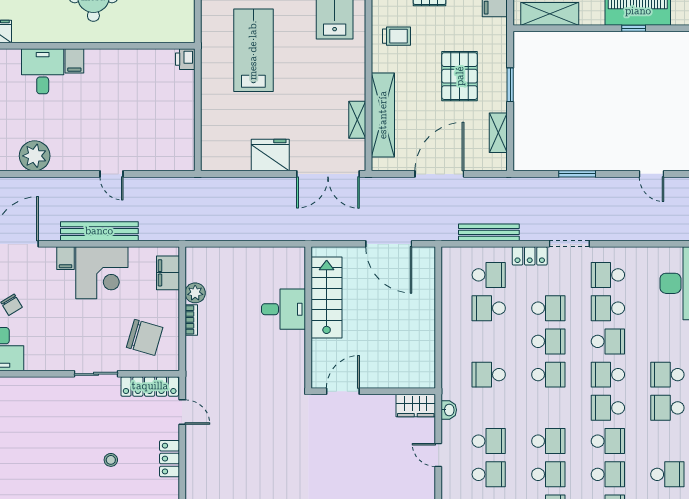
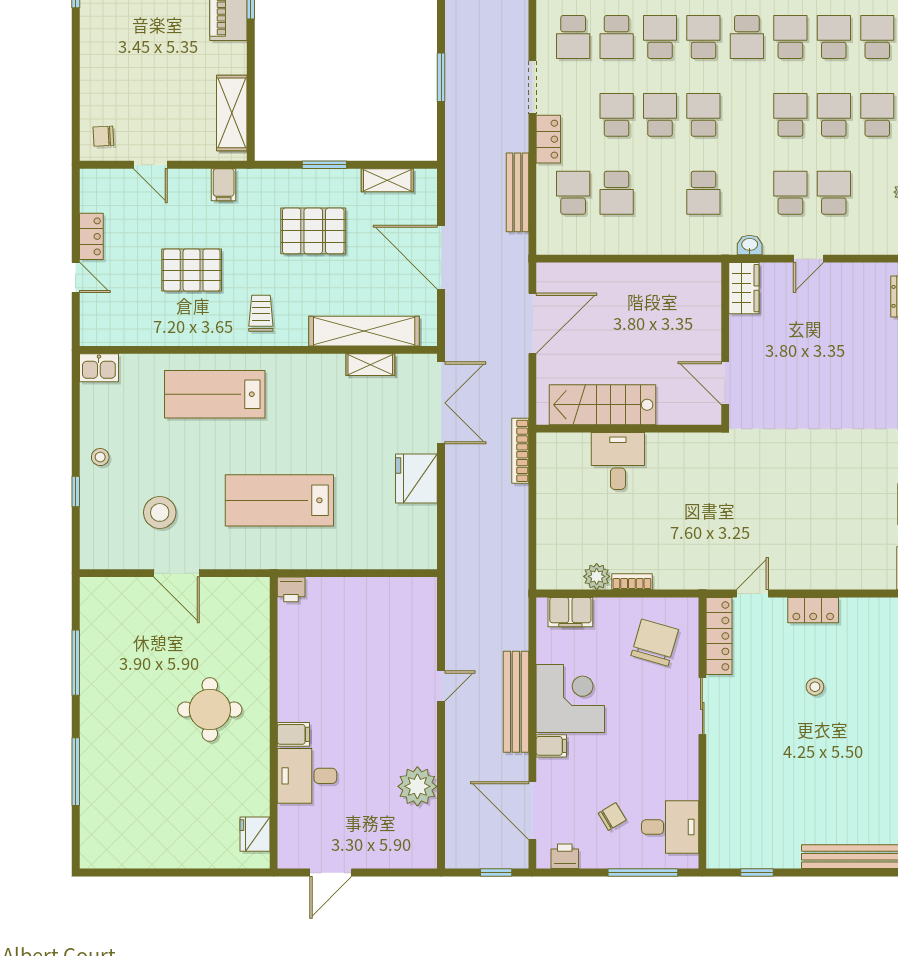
bookcase: (291, 234) -> (520, 451), added
school desk: (608, 375) -> (703, 37), turned 180

